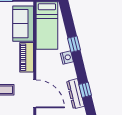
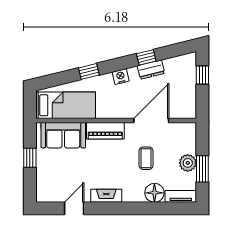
nightstand: (67, 57) -> (121, 77), moved
dresser: (75, 94) -> (151, 70), width x0.70

